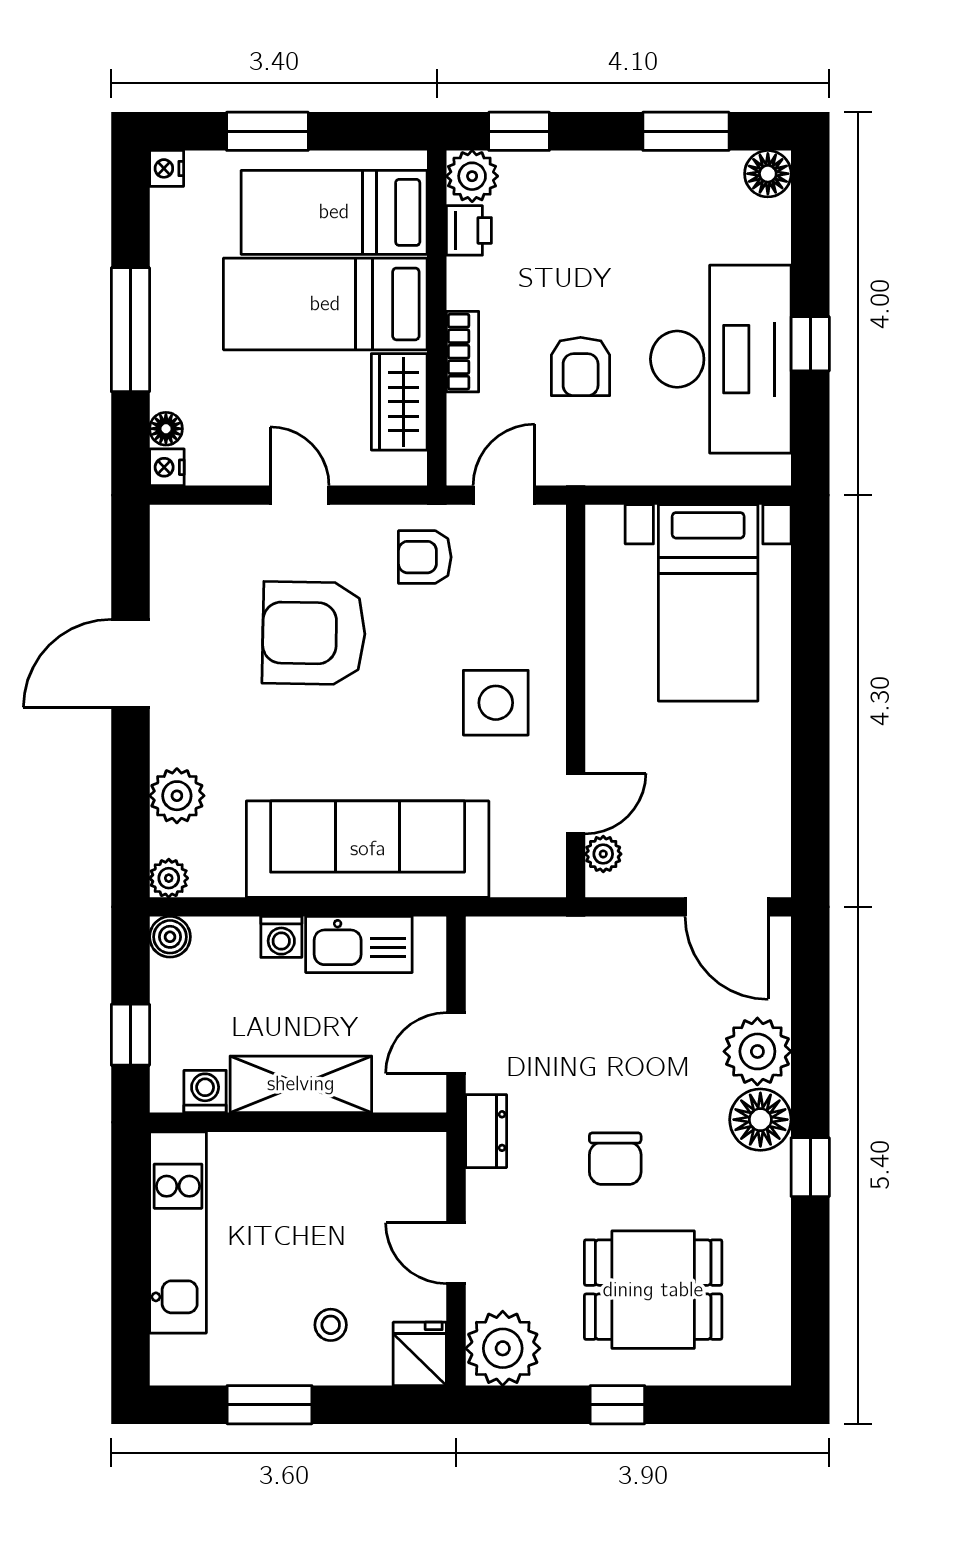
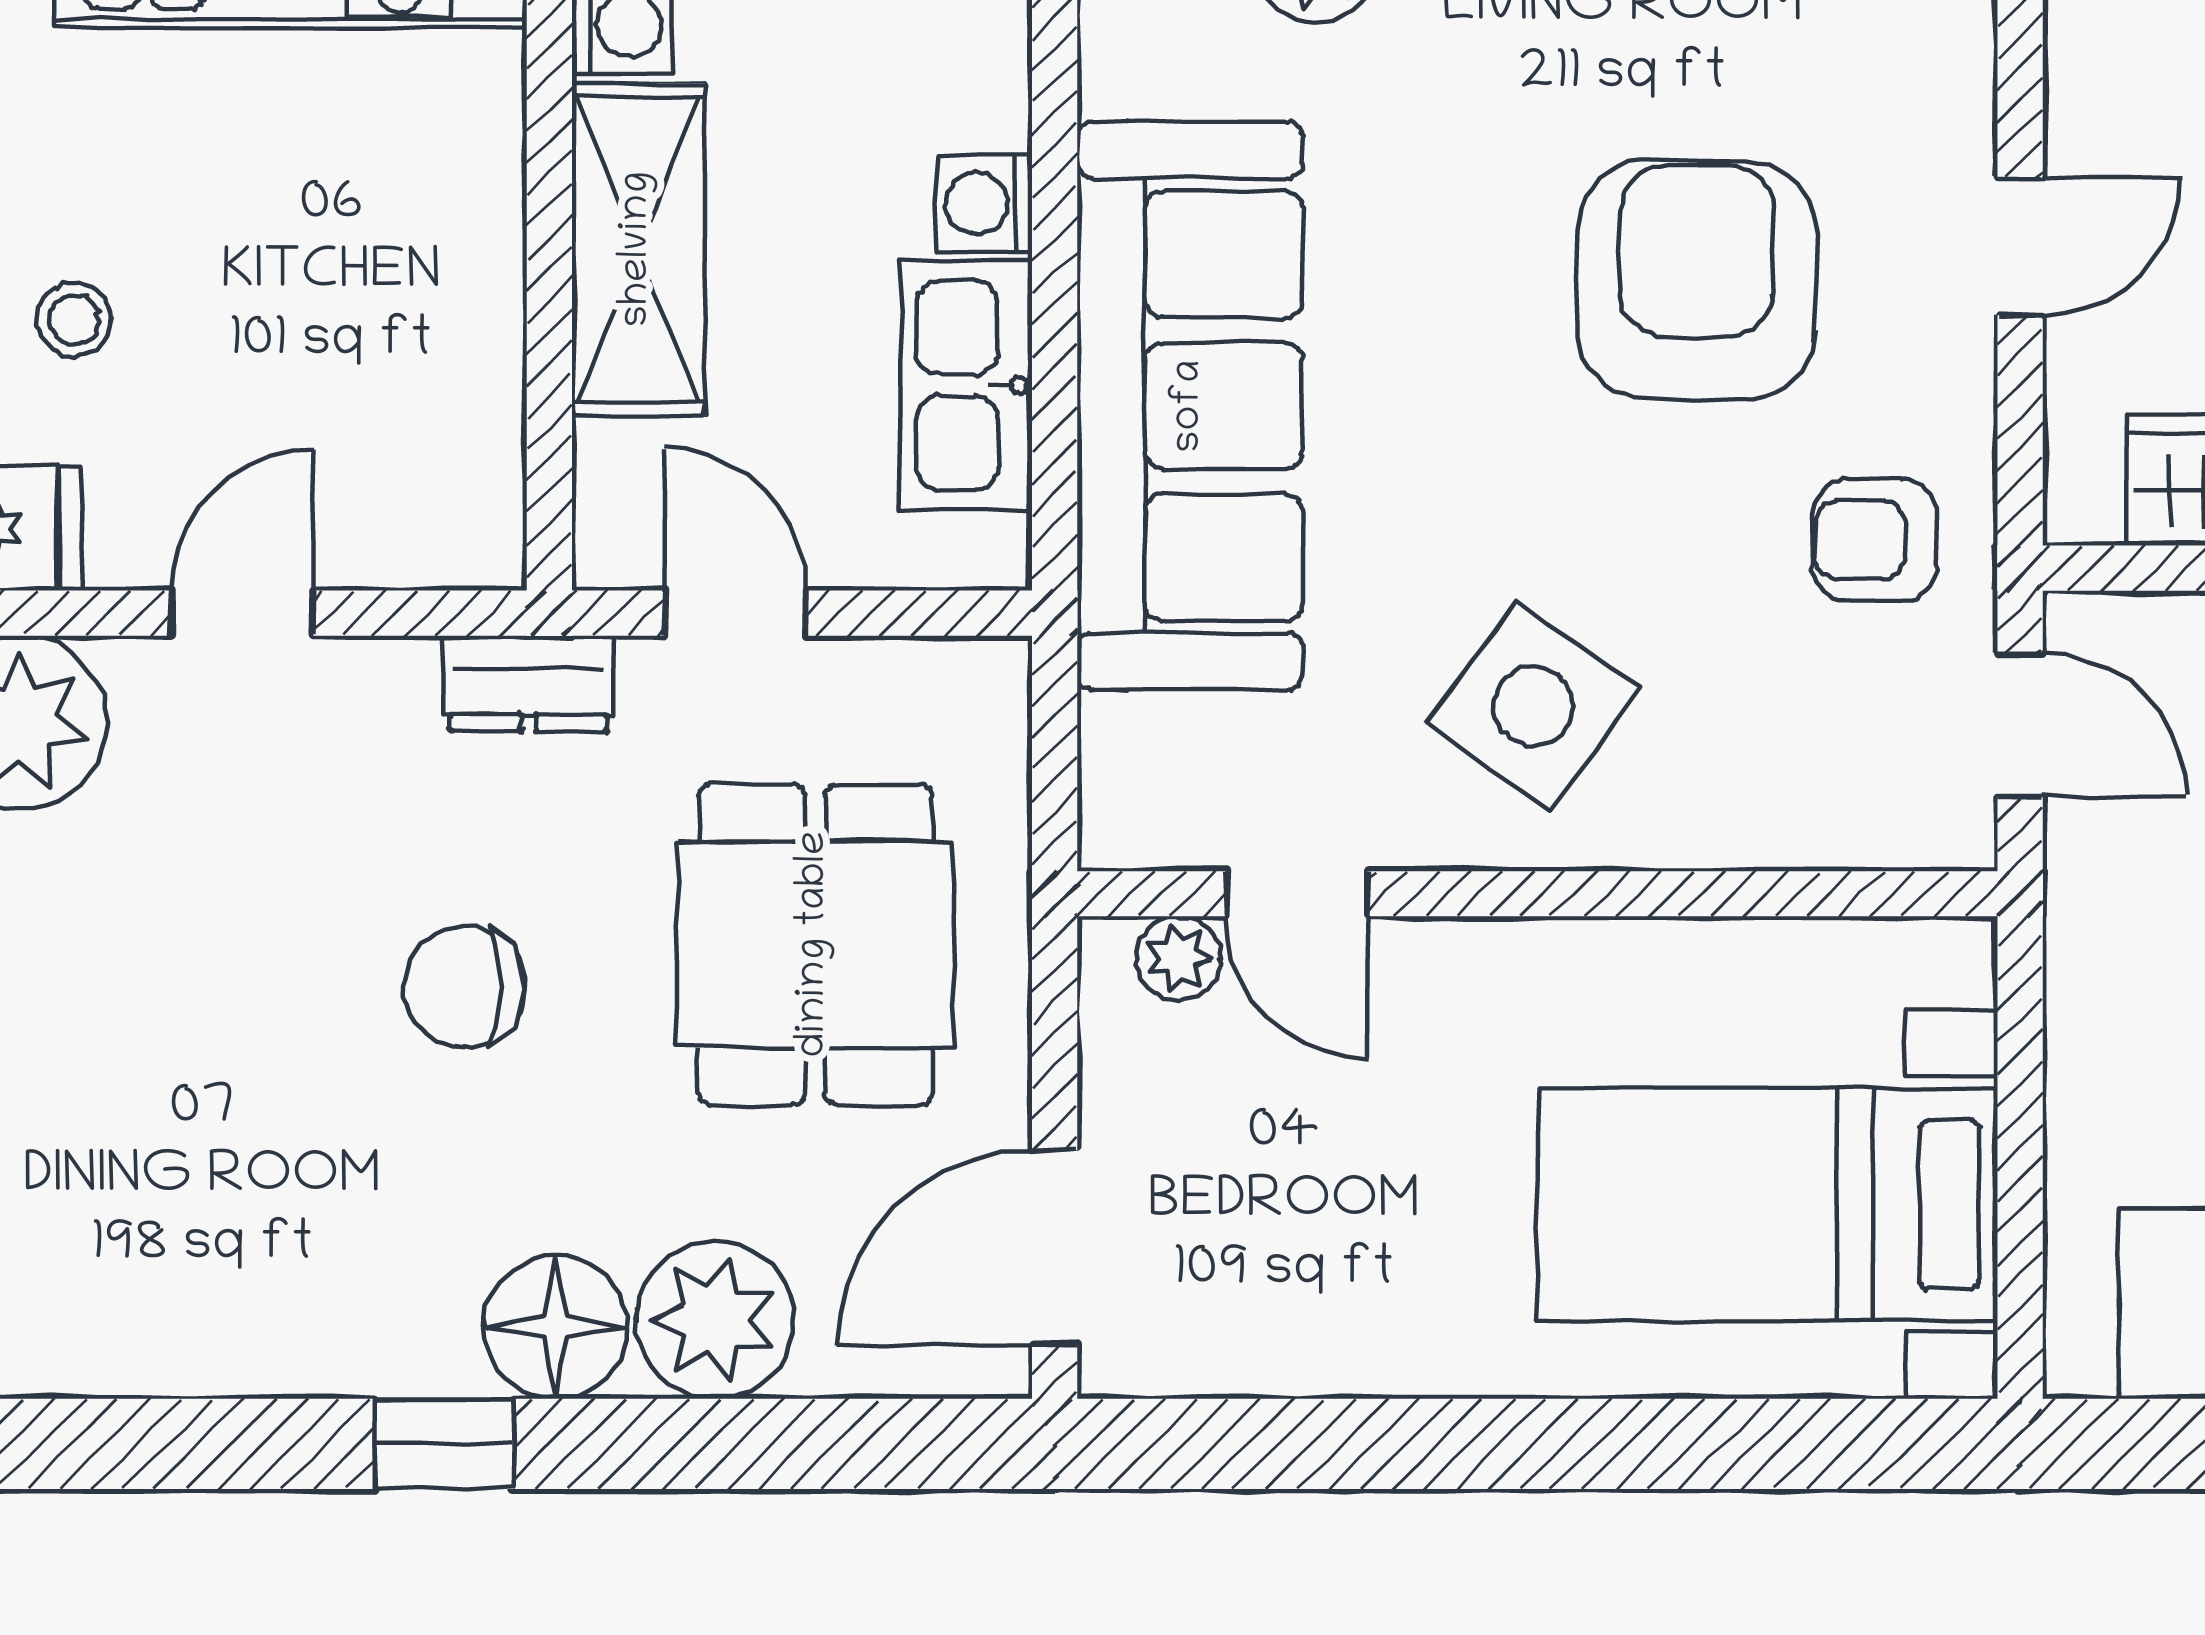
armchair: (425, 557) -> (1875, 540), turned -90
side table: (496, 703) -> (1533, 706), turned 36
dining table: (653, 1290) -> (815, 944), moved

